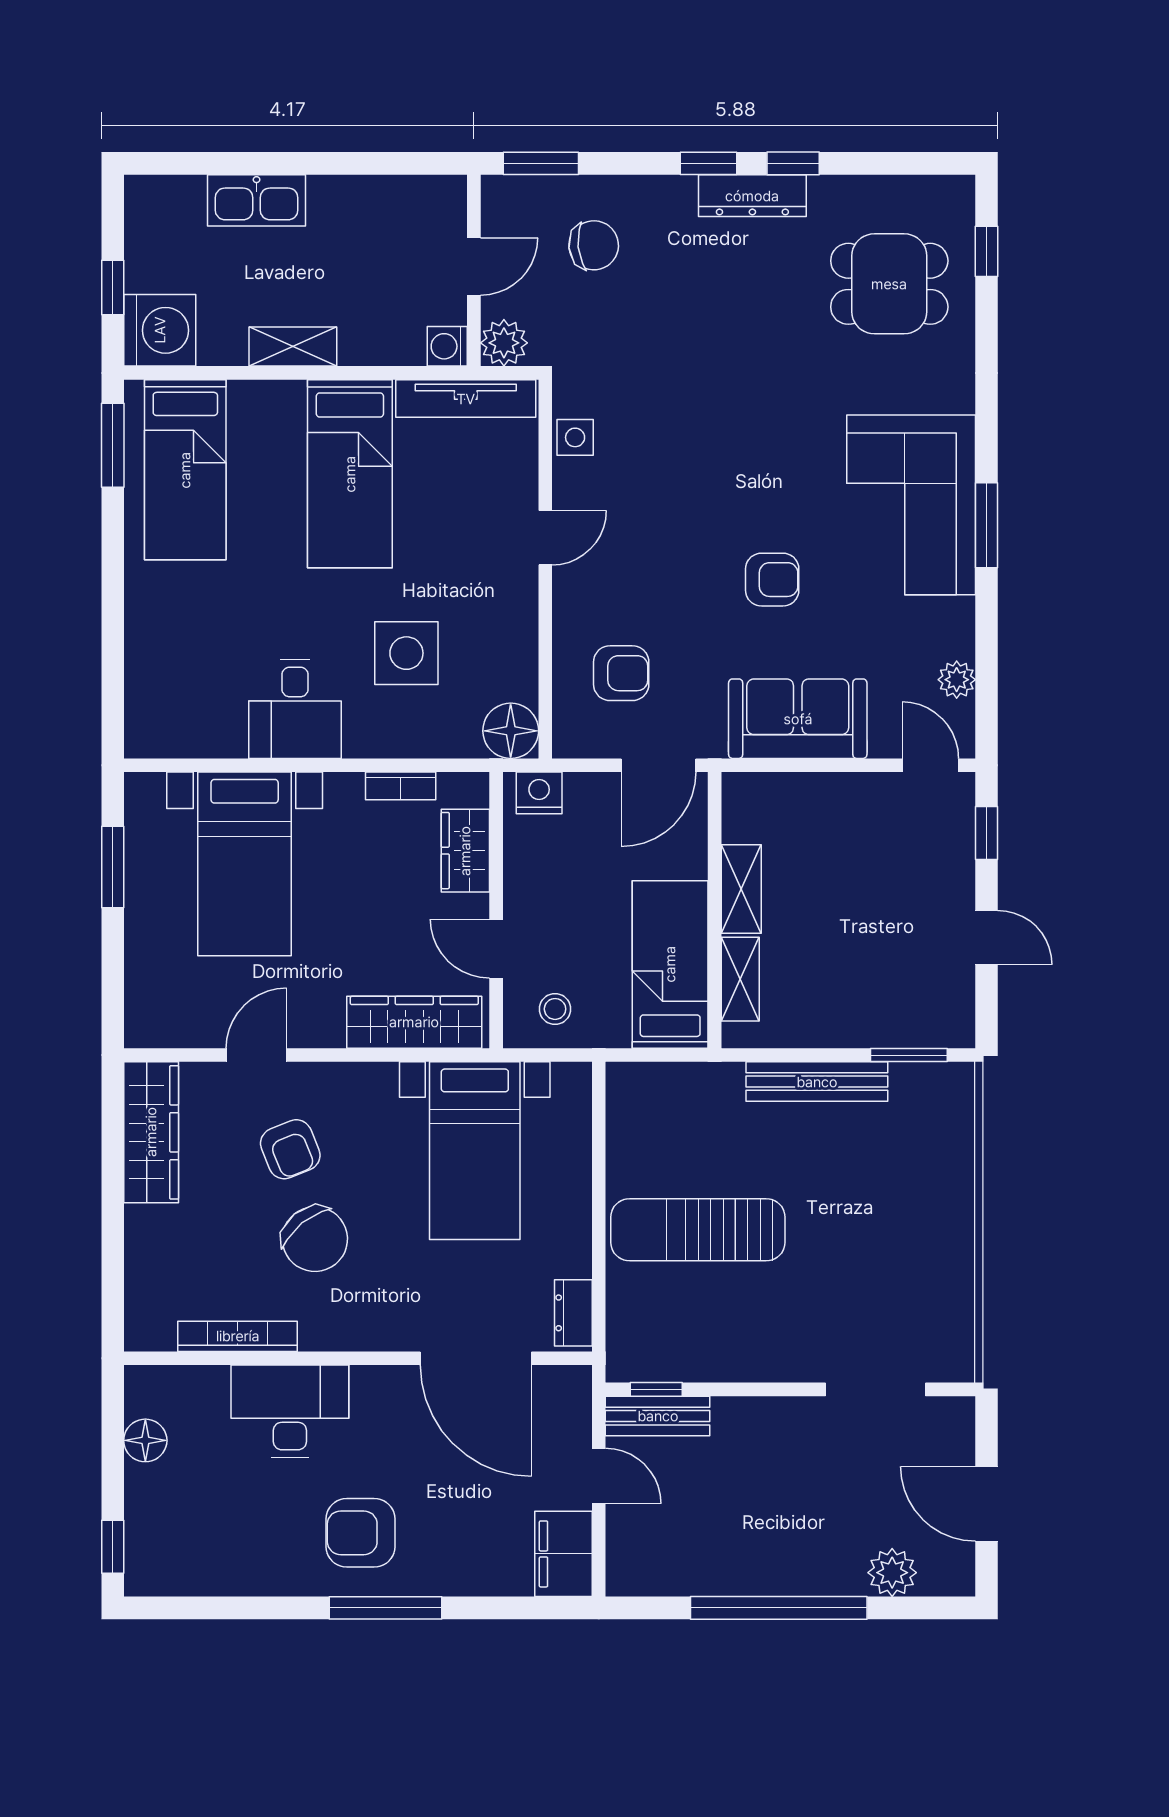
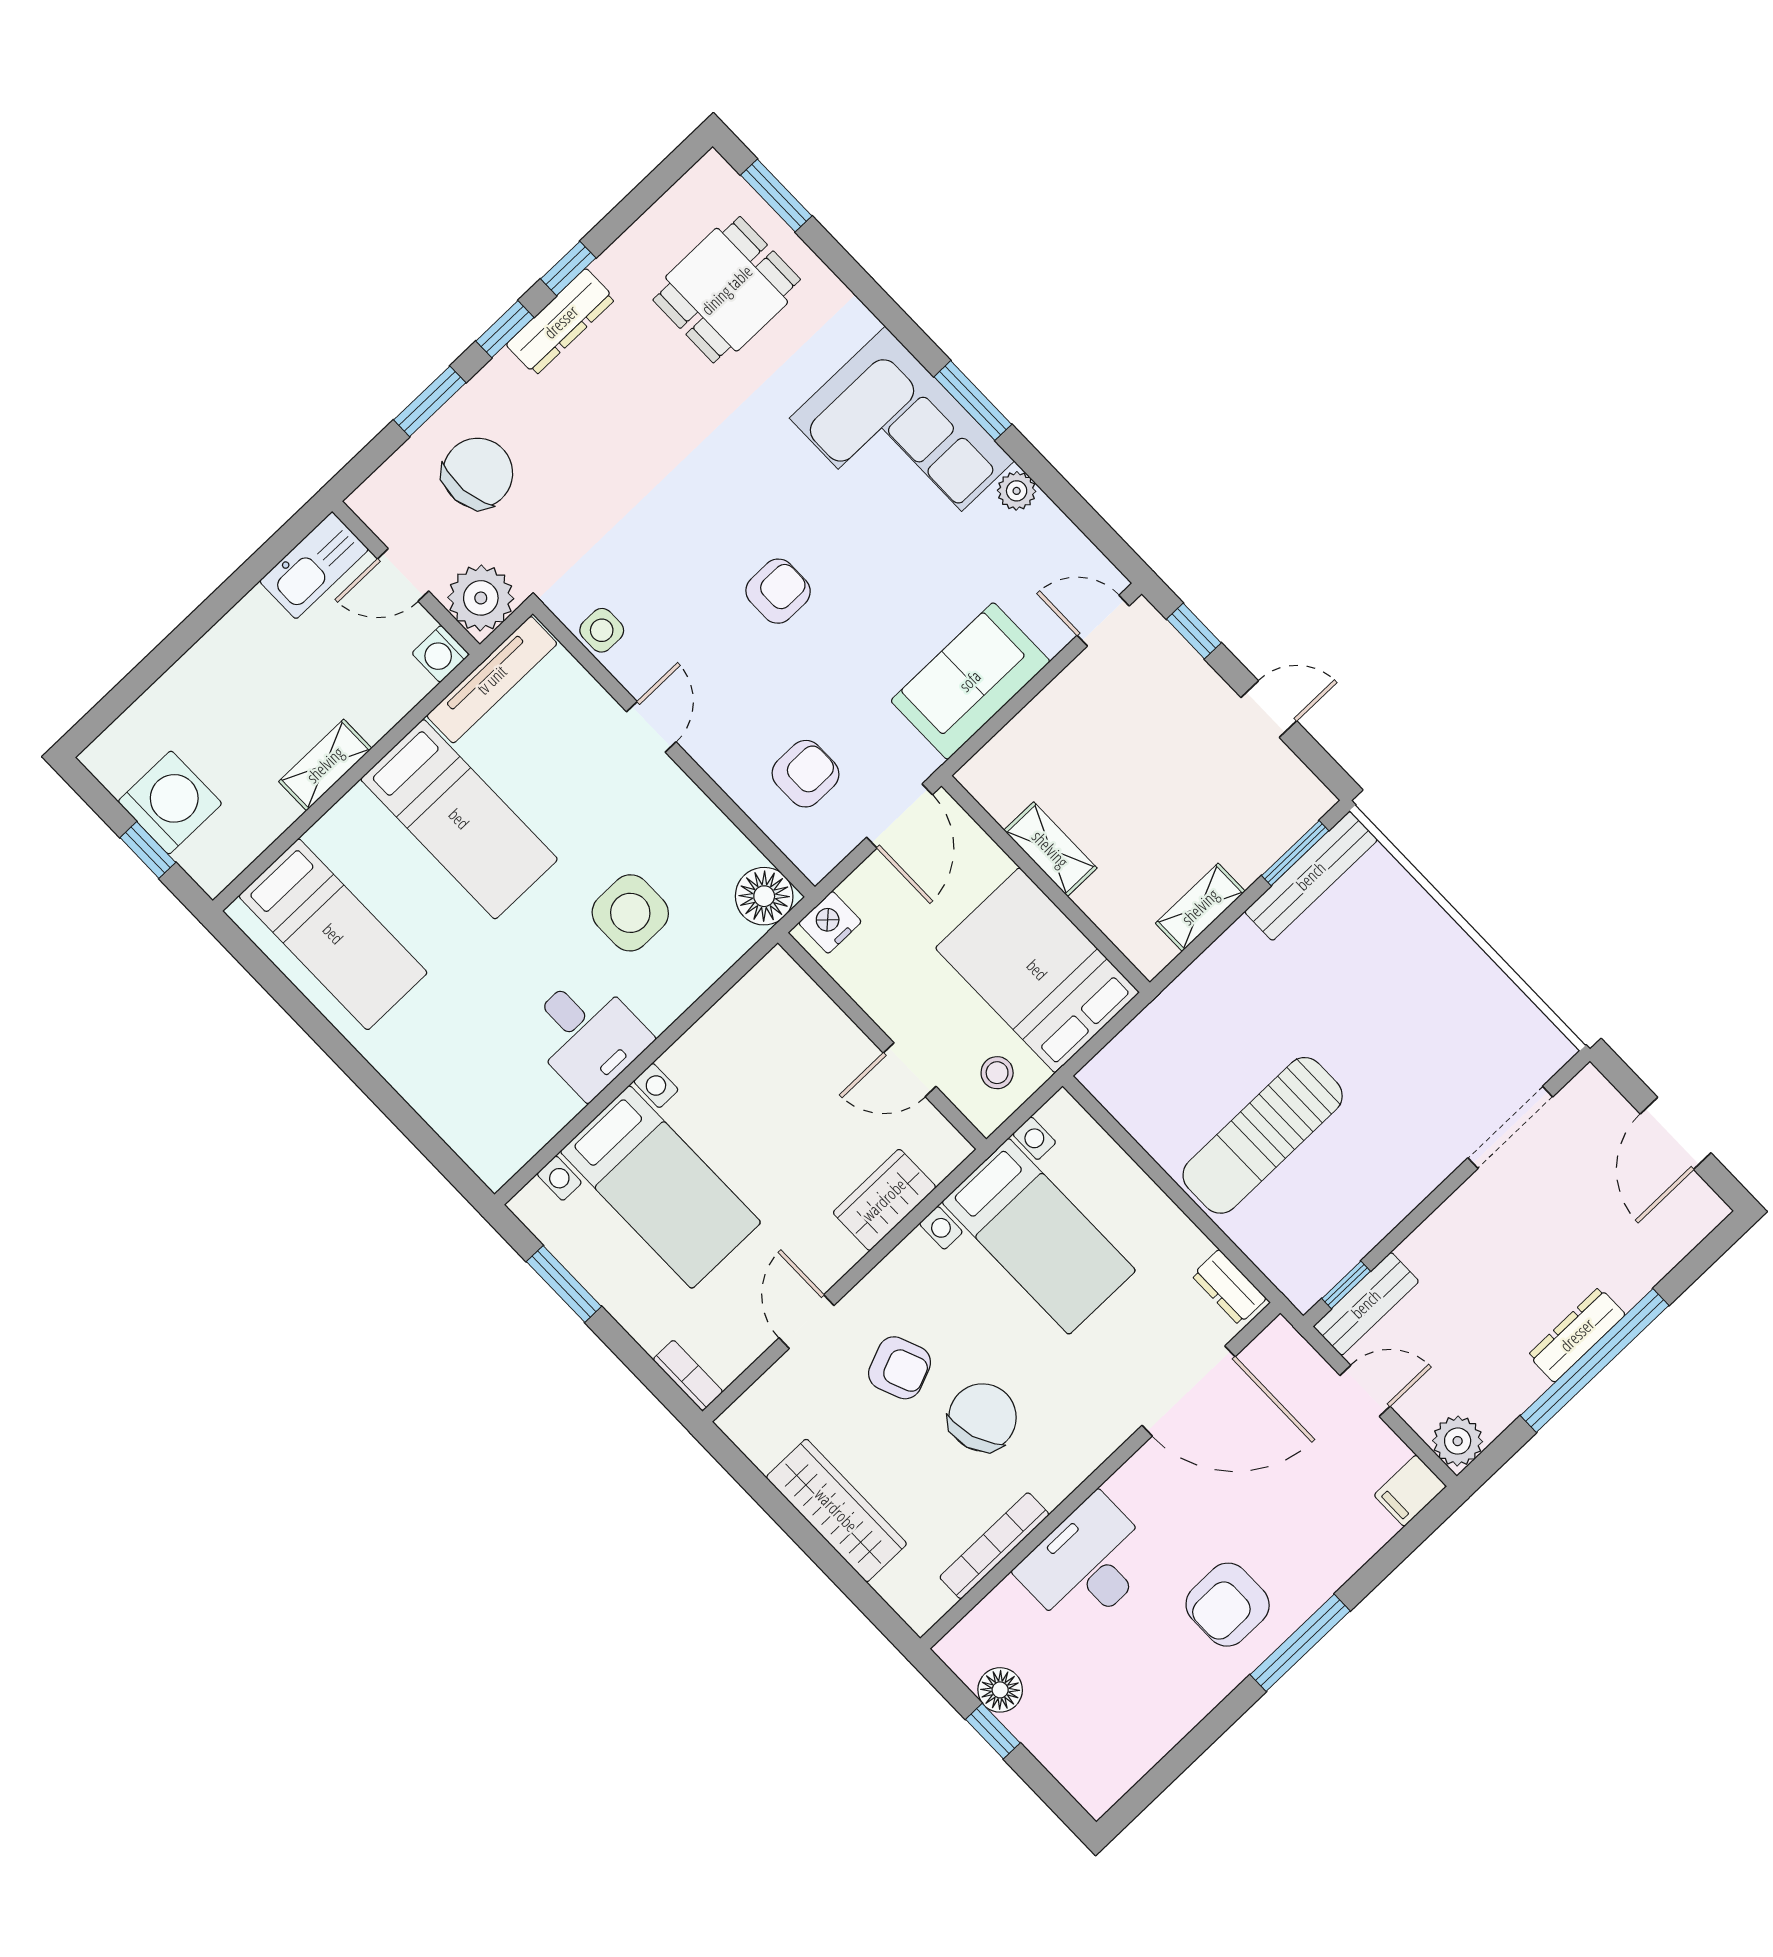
window: (541, 163) -> (430, 401), moved
kitchen sink: (257, 200) -> (314, 565), moved
chair: (594, 245) -> (478, 473), width x1.37, depth x1.37
window: (987, 251) -> (776, 196), width x1.50
door: (474, 266) -> (403, 575), swing flipped
washing machine: (160, 330) -> (170, 803), moved
plant: (504, 343) -> (481, 598), width x1.36, depth x1.36
window: (113, 445) -> (261, 968), removed
armchair: (772, 580) -> (778, 591), moved
plant: (957, 680) -> (1017, 491), moved
bookcase: (401, 786) -> (688, 1375), moved, turned -90
wardrobe: (465, 851) -> (816, 1018), removed
bed: (670, 964) -> (1037, 970), width x1.50
shelving: (740, 979) -> (1200, 907), moved, turned 90
wardrobe: (414, 1022) -> (884, 1200), width x0.67
bench: (817, 1082) -> (1311, 876), moved
wardrobe: (151, 1132) -> (836, 1510), moved
chair: (315, 1239) -> (982, 1417), turned -69
door: (987, 1504) -> (1676, 1133), hinge flipped
window: (113, 1547) -> (993, 1731), moved
filing cabinet: (563, 1554) -> (1410, 1491), width x0.50
plant: (892, 1573) -> (1458, 1441), moved
dresser: (783, 1578) -> (1577, 1335), added

